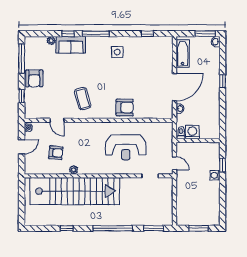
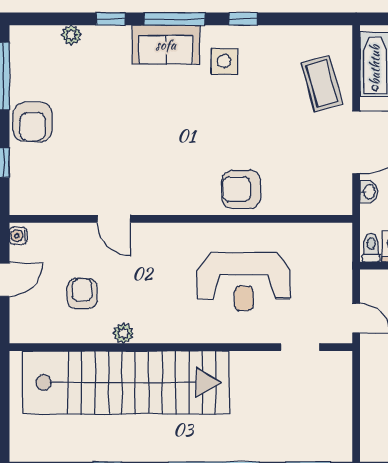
window: (147, 34) -> (243, 19), moved
sofa: (71, 45) -> (166, 45), moved
coffee table: (83, 99) -> (322, 84), moved
armchair: (125, 107) -> (241, 189), turned 180
door: (57, 120) -> (114, 219), moved
armchair: (56, 153) -> (82, 294), turned -96

